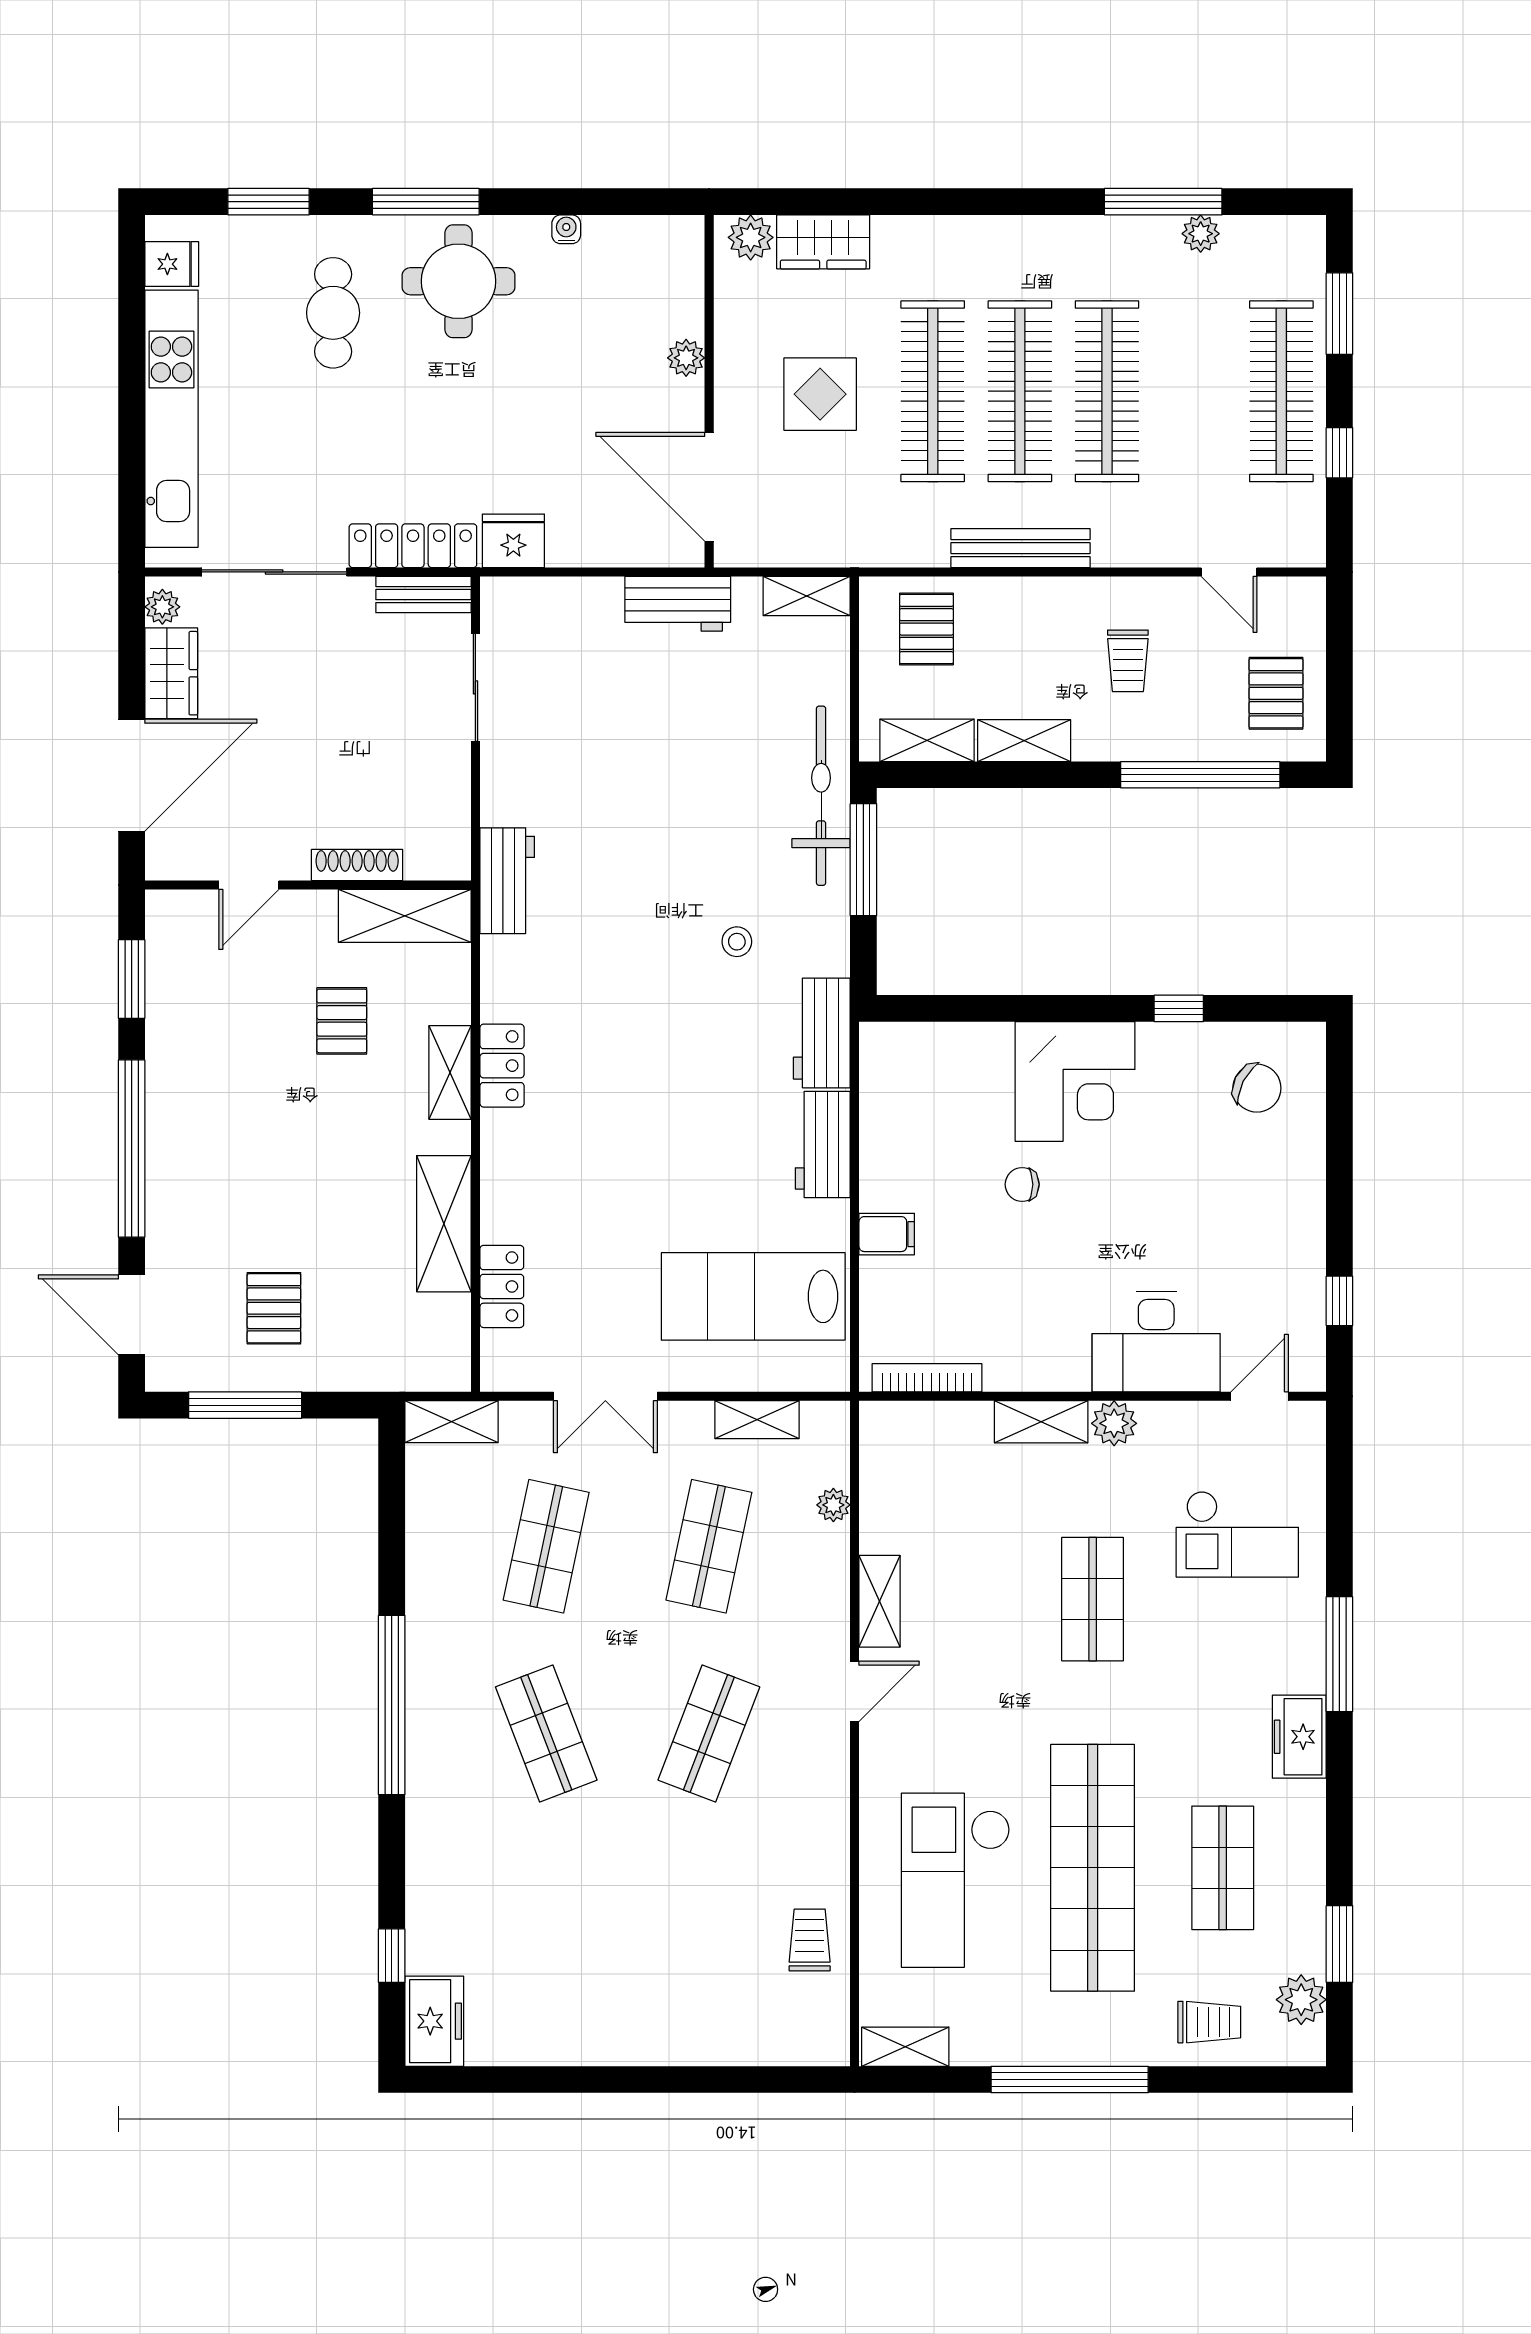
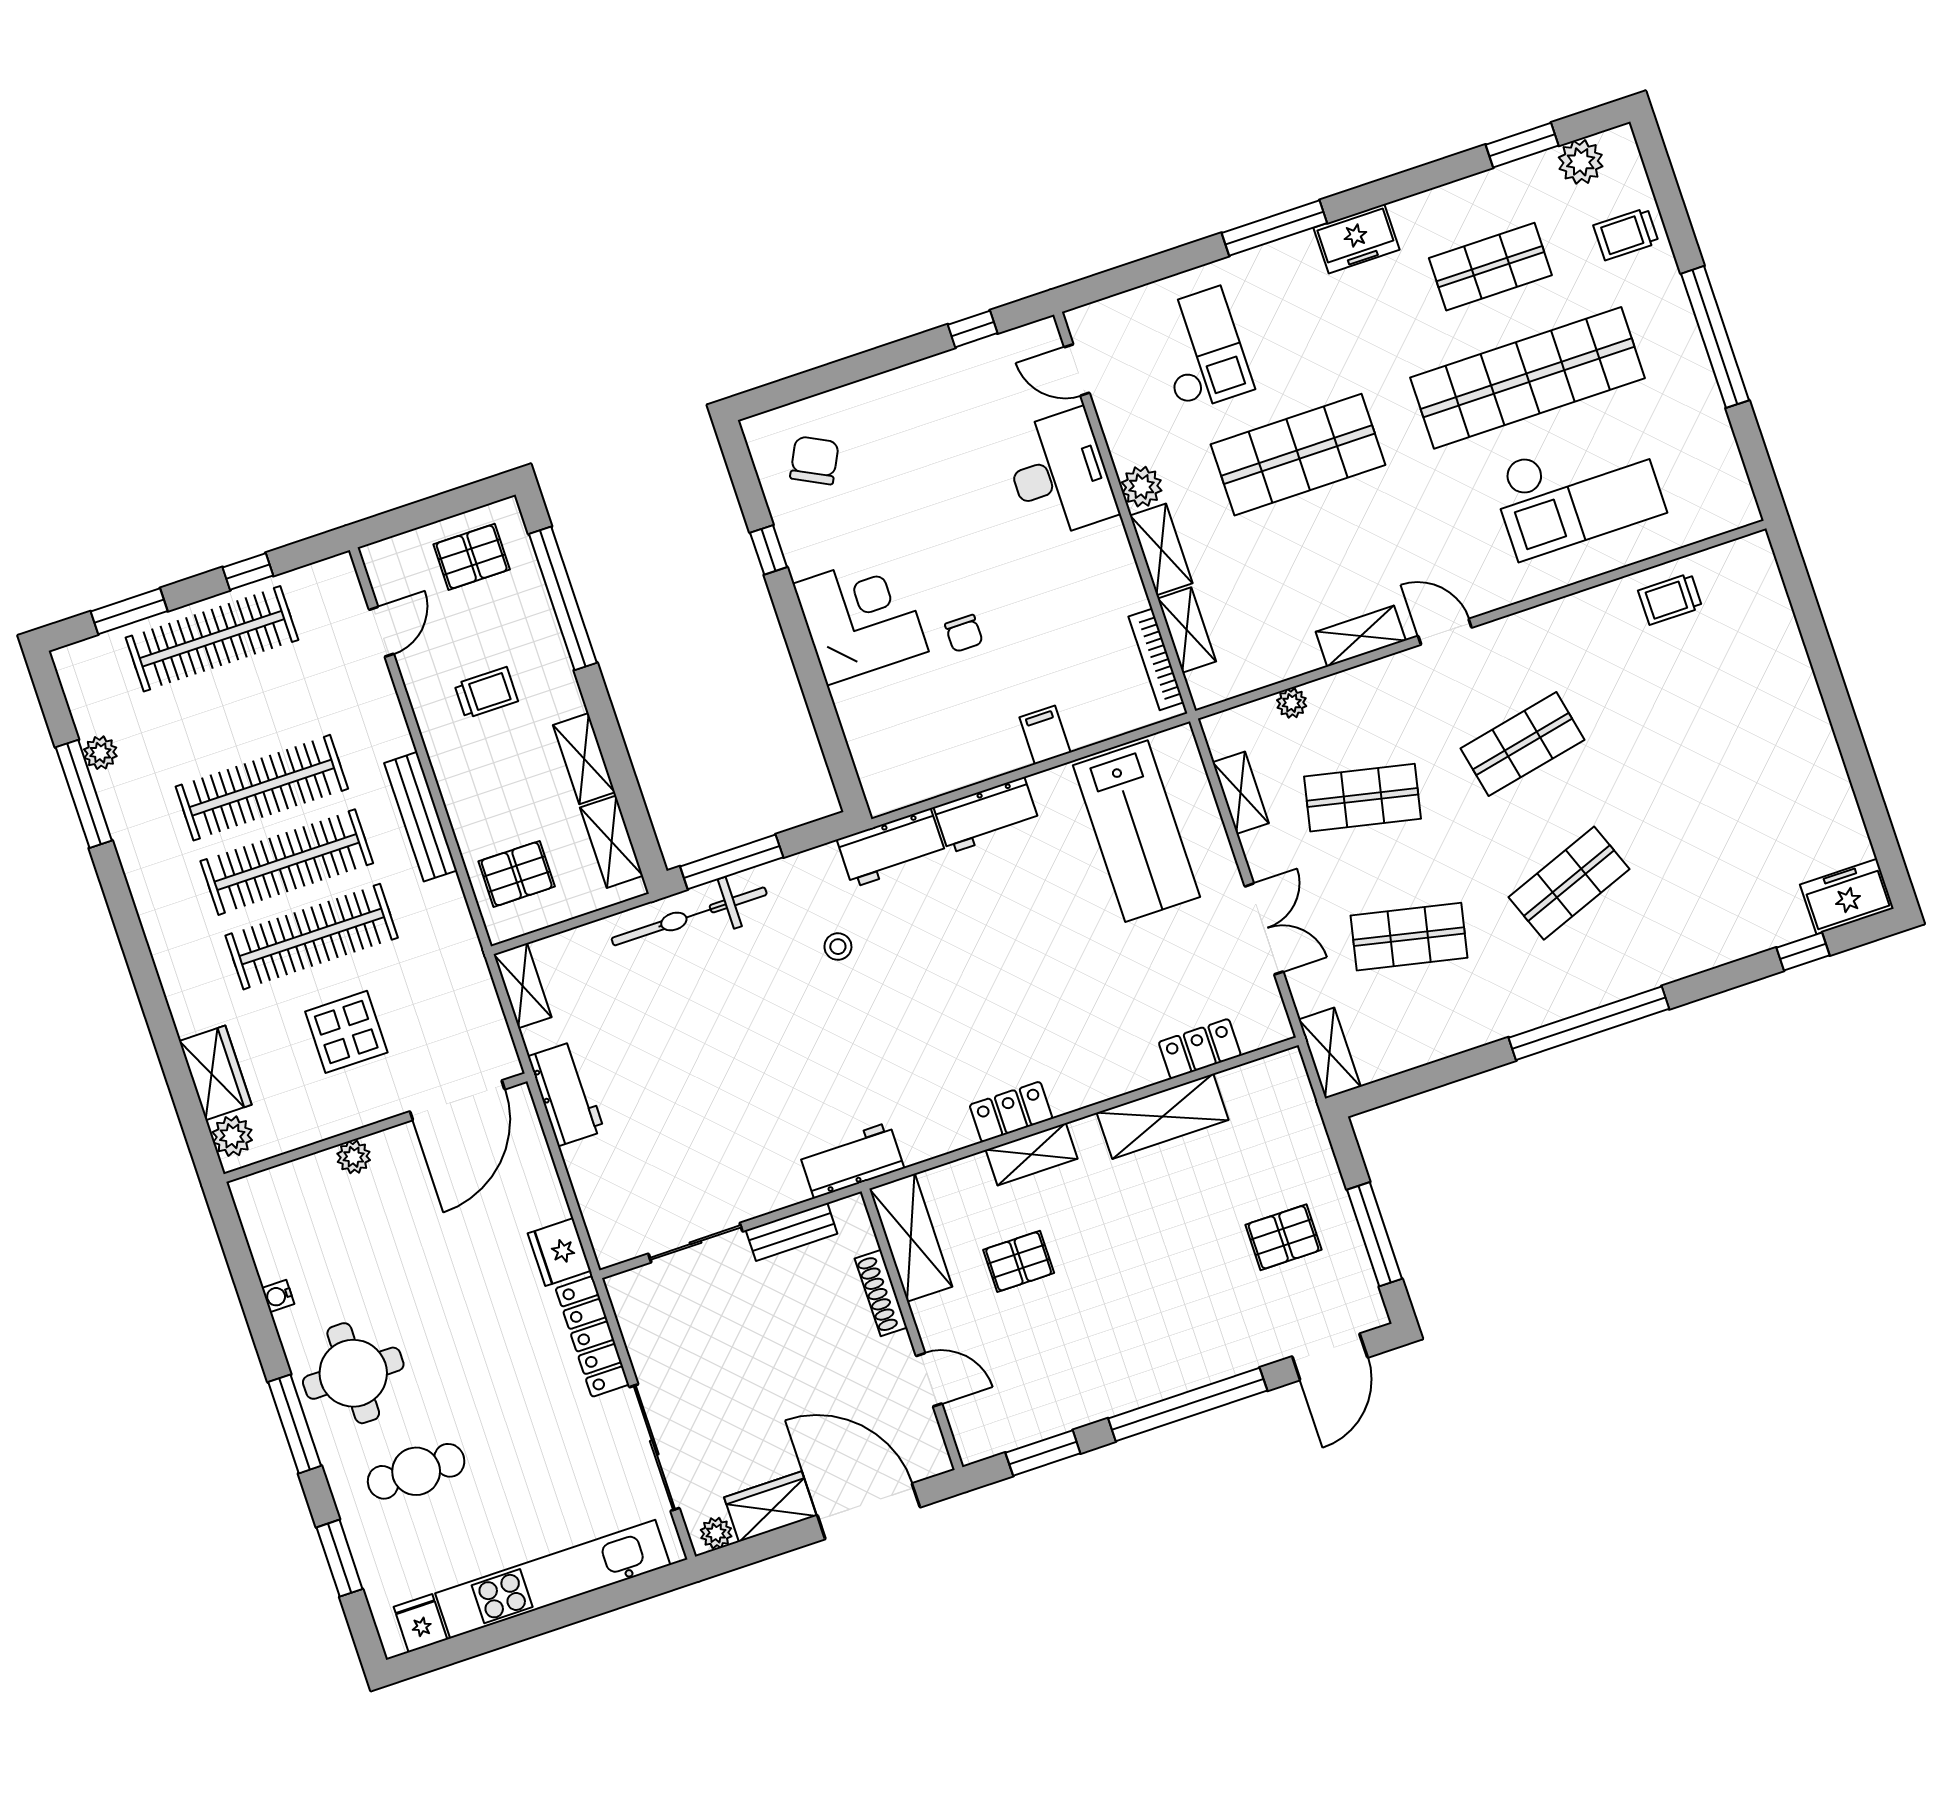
bench: (423, 595) -> (792, 1232), moved, turned 90
shop shelf: (1093, 1599) -> (1298, 455), width x1.43, depth x1.36
shop shelf: (709, 1733) -> (1522, 744), turned -33
trolley: (1209, 2022) -> (1626, 234), turned -90
shelving: (905, 2047) -> (1187, 630), moved

